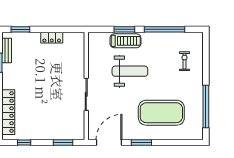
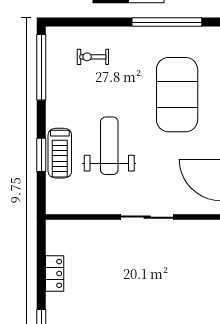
window: (164, 29) -> (41, 67), moved
treadmill: (125, 41) -> (60, 153), turned 180

